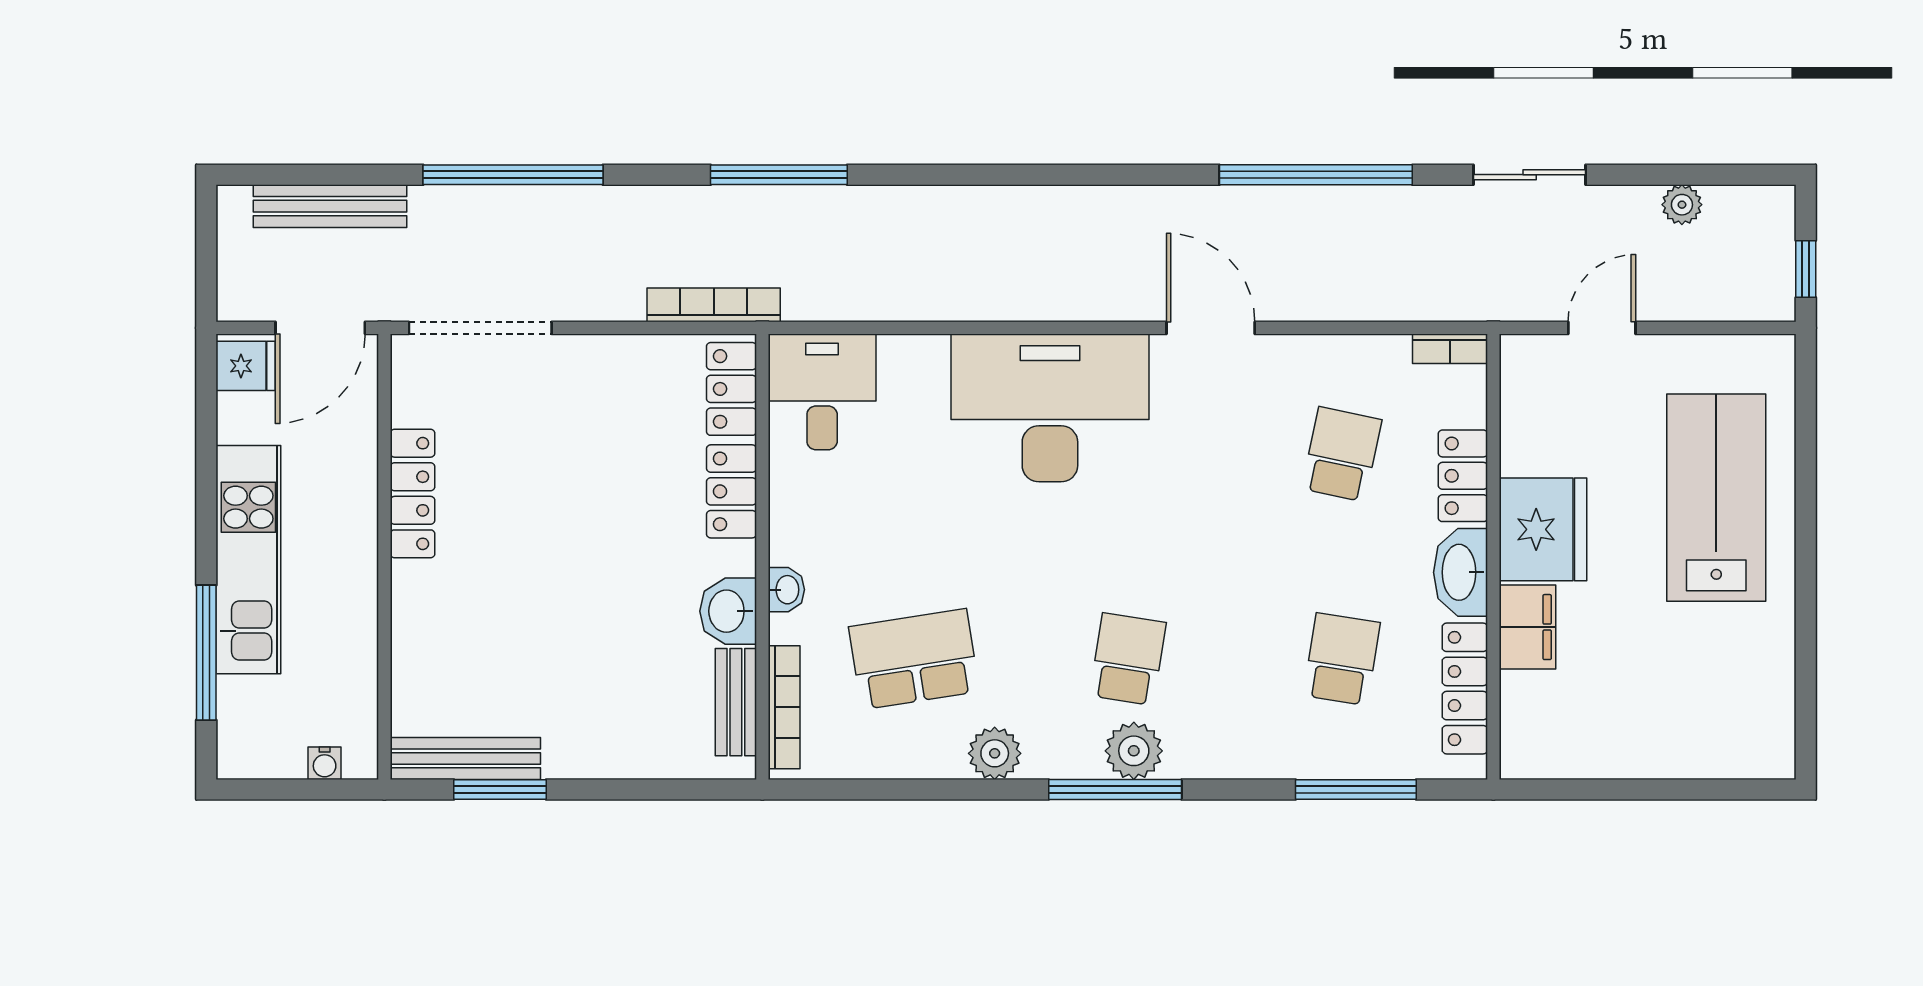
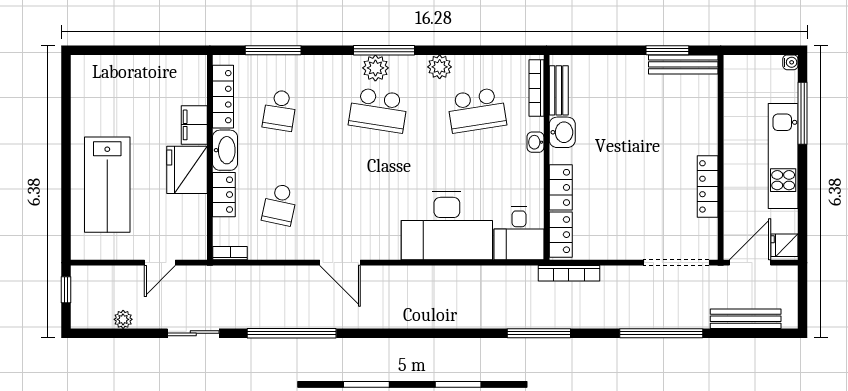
desk: (1050, 408) -> (447, 226), moved
school desk: (1128, 659) -> (378, 110), width x1.85
water cooler: (325, 763) -> (790, 62), moved, turned 90

